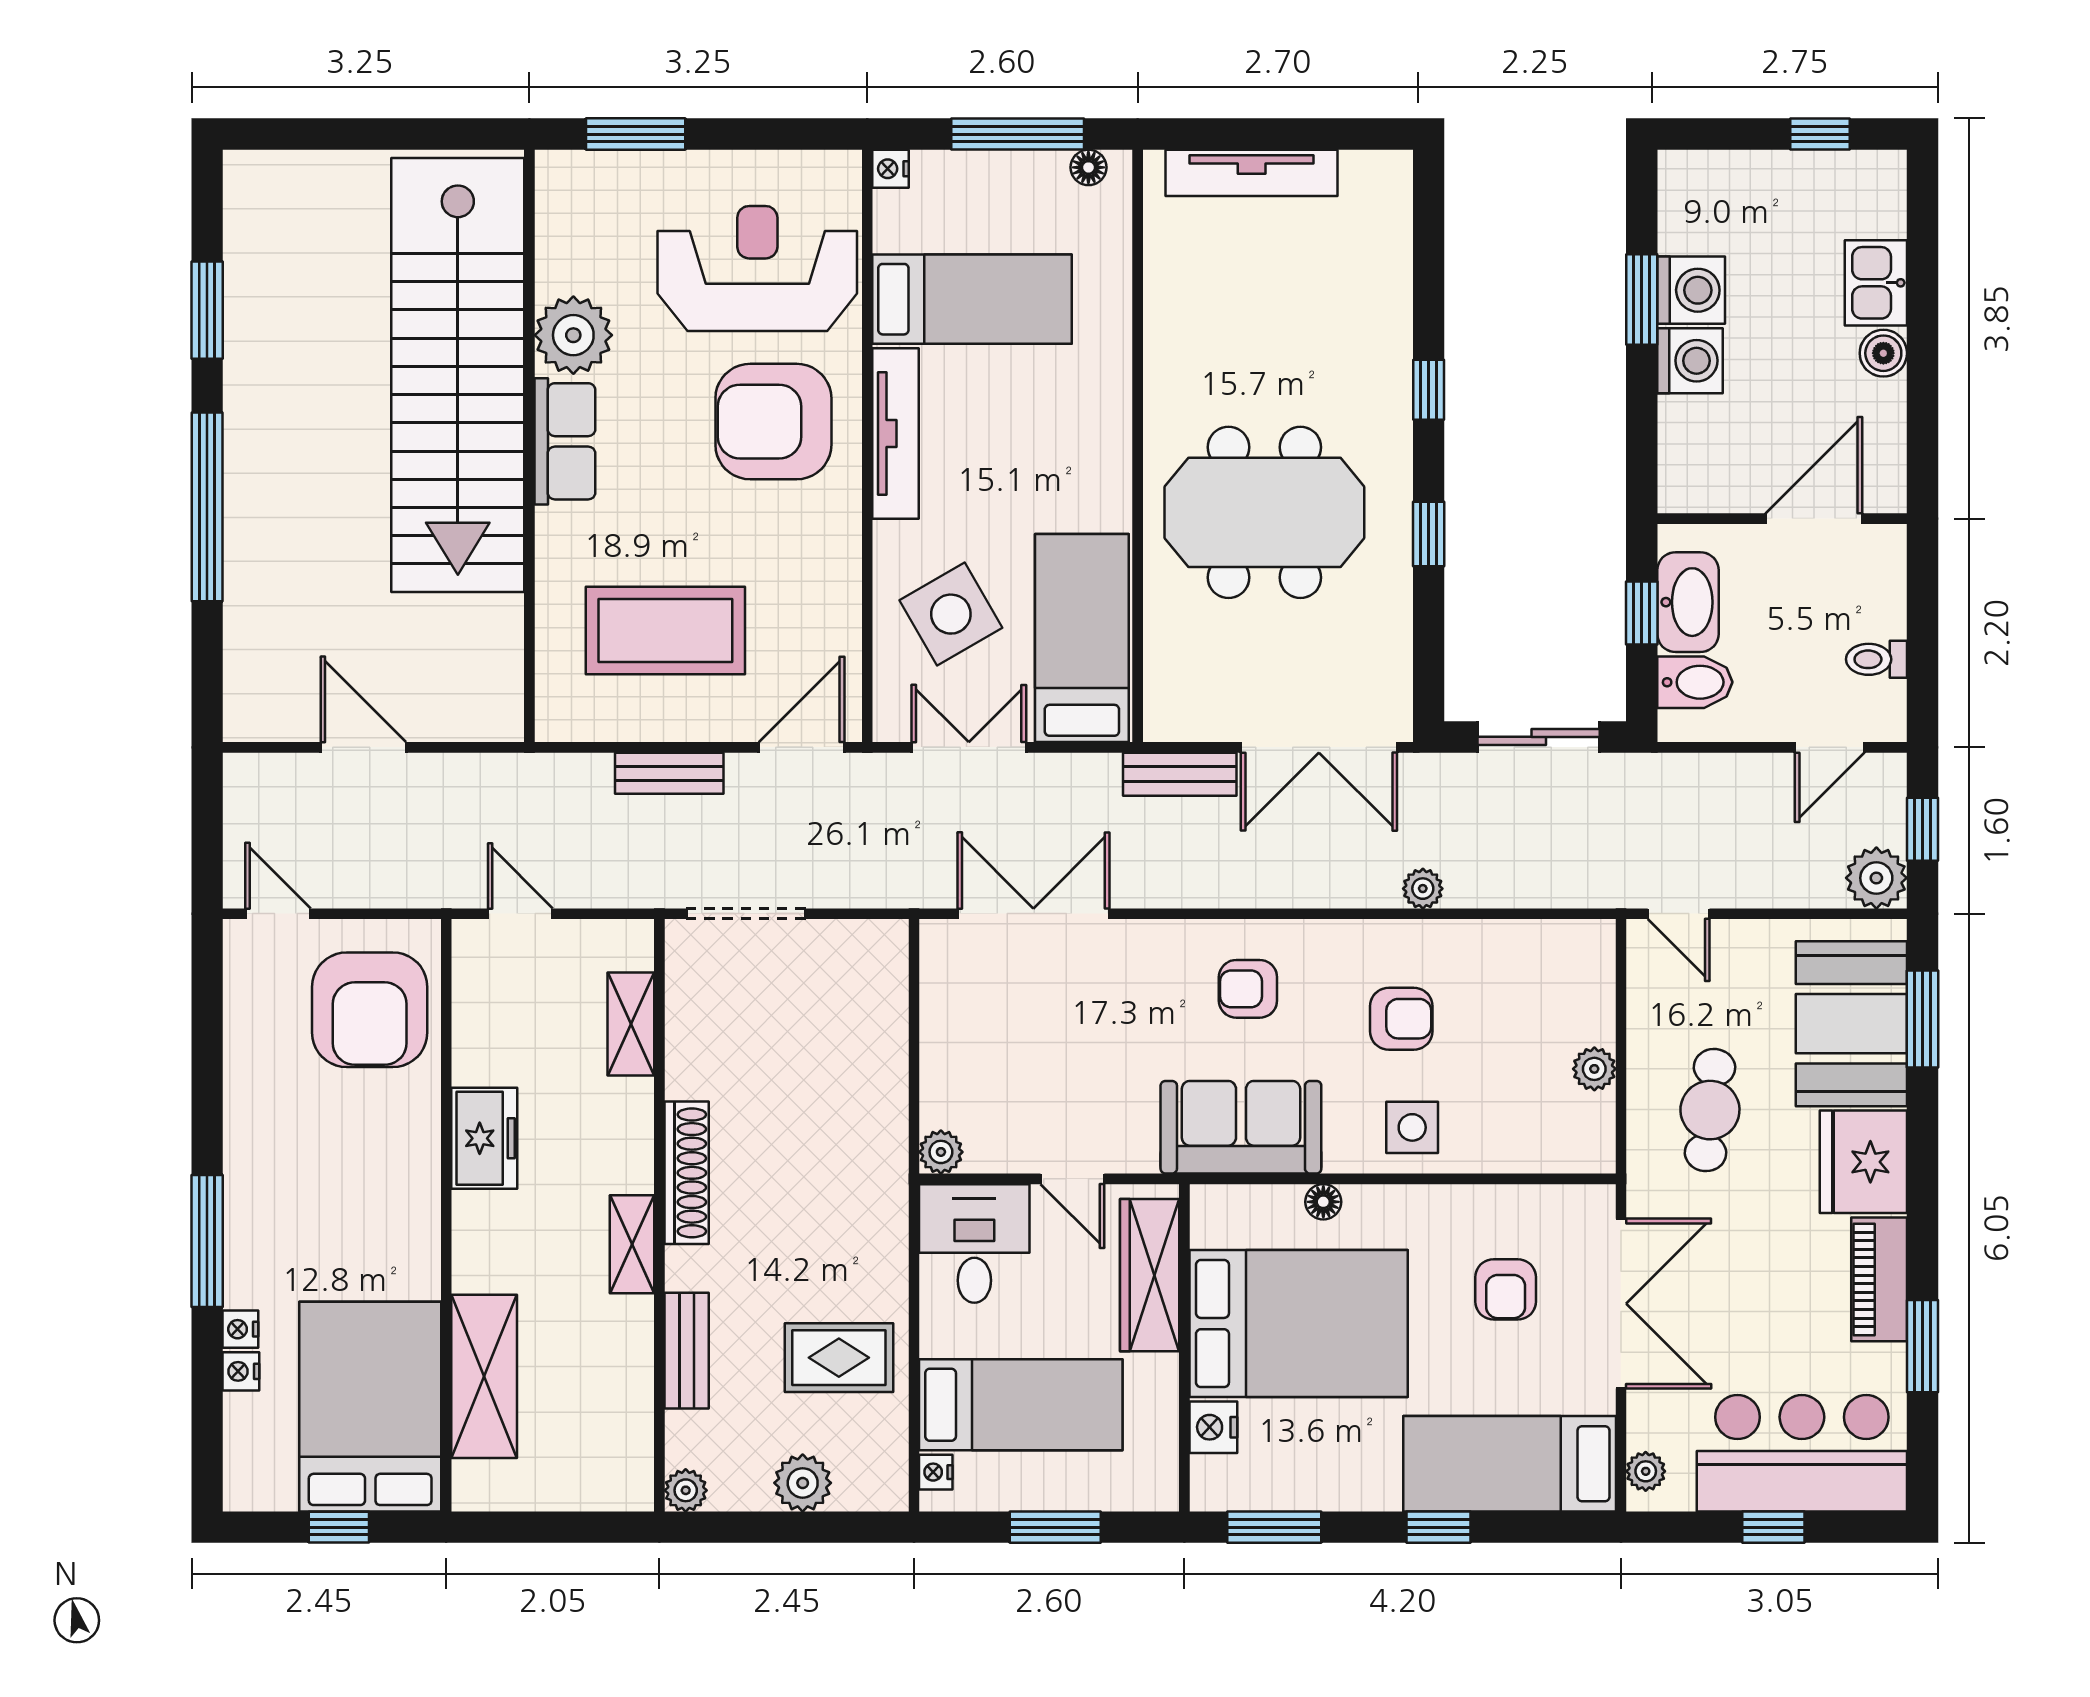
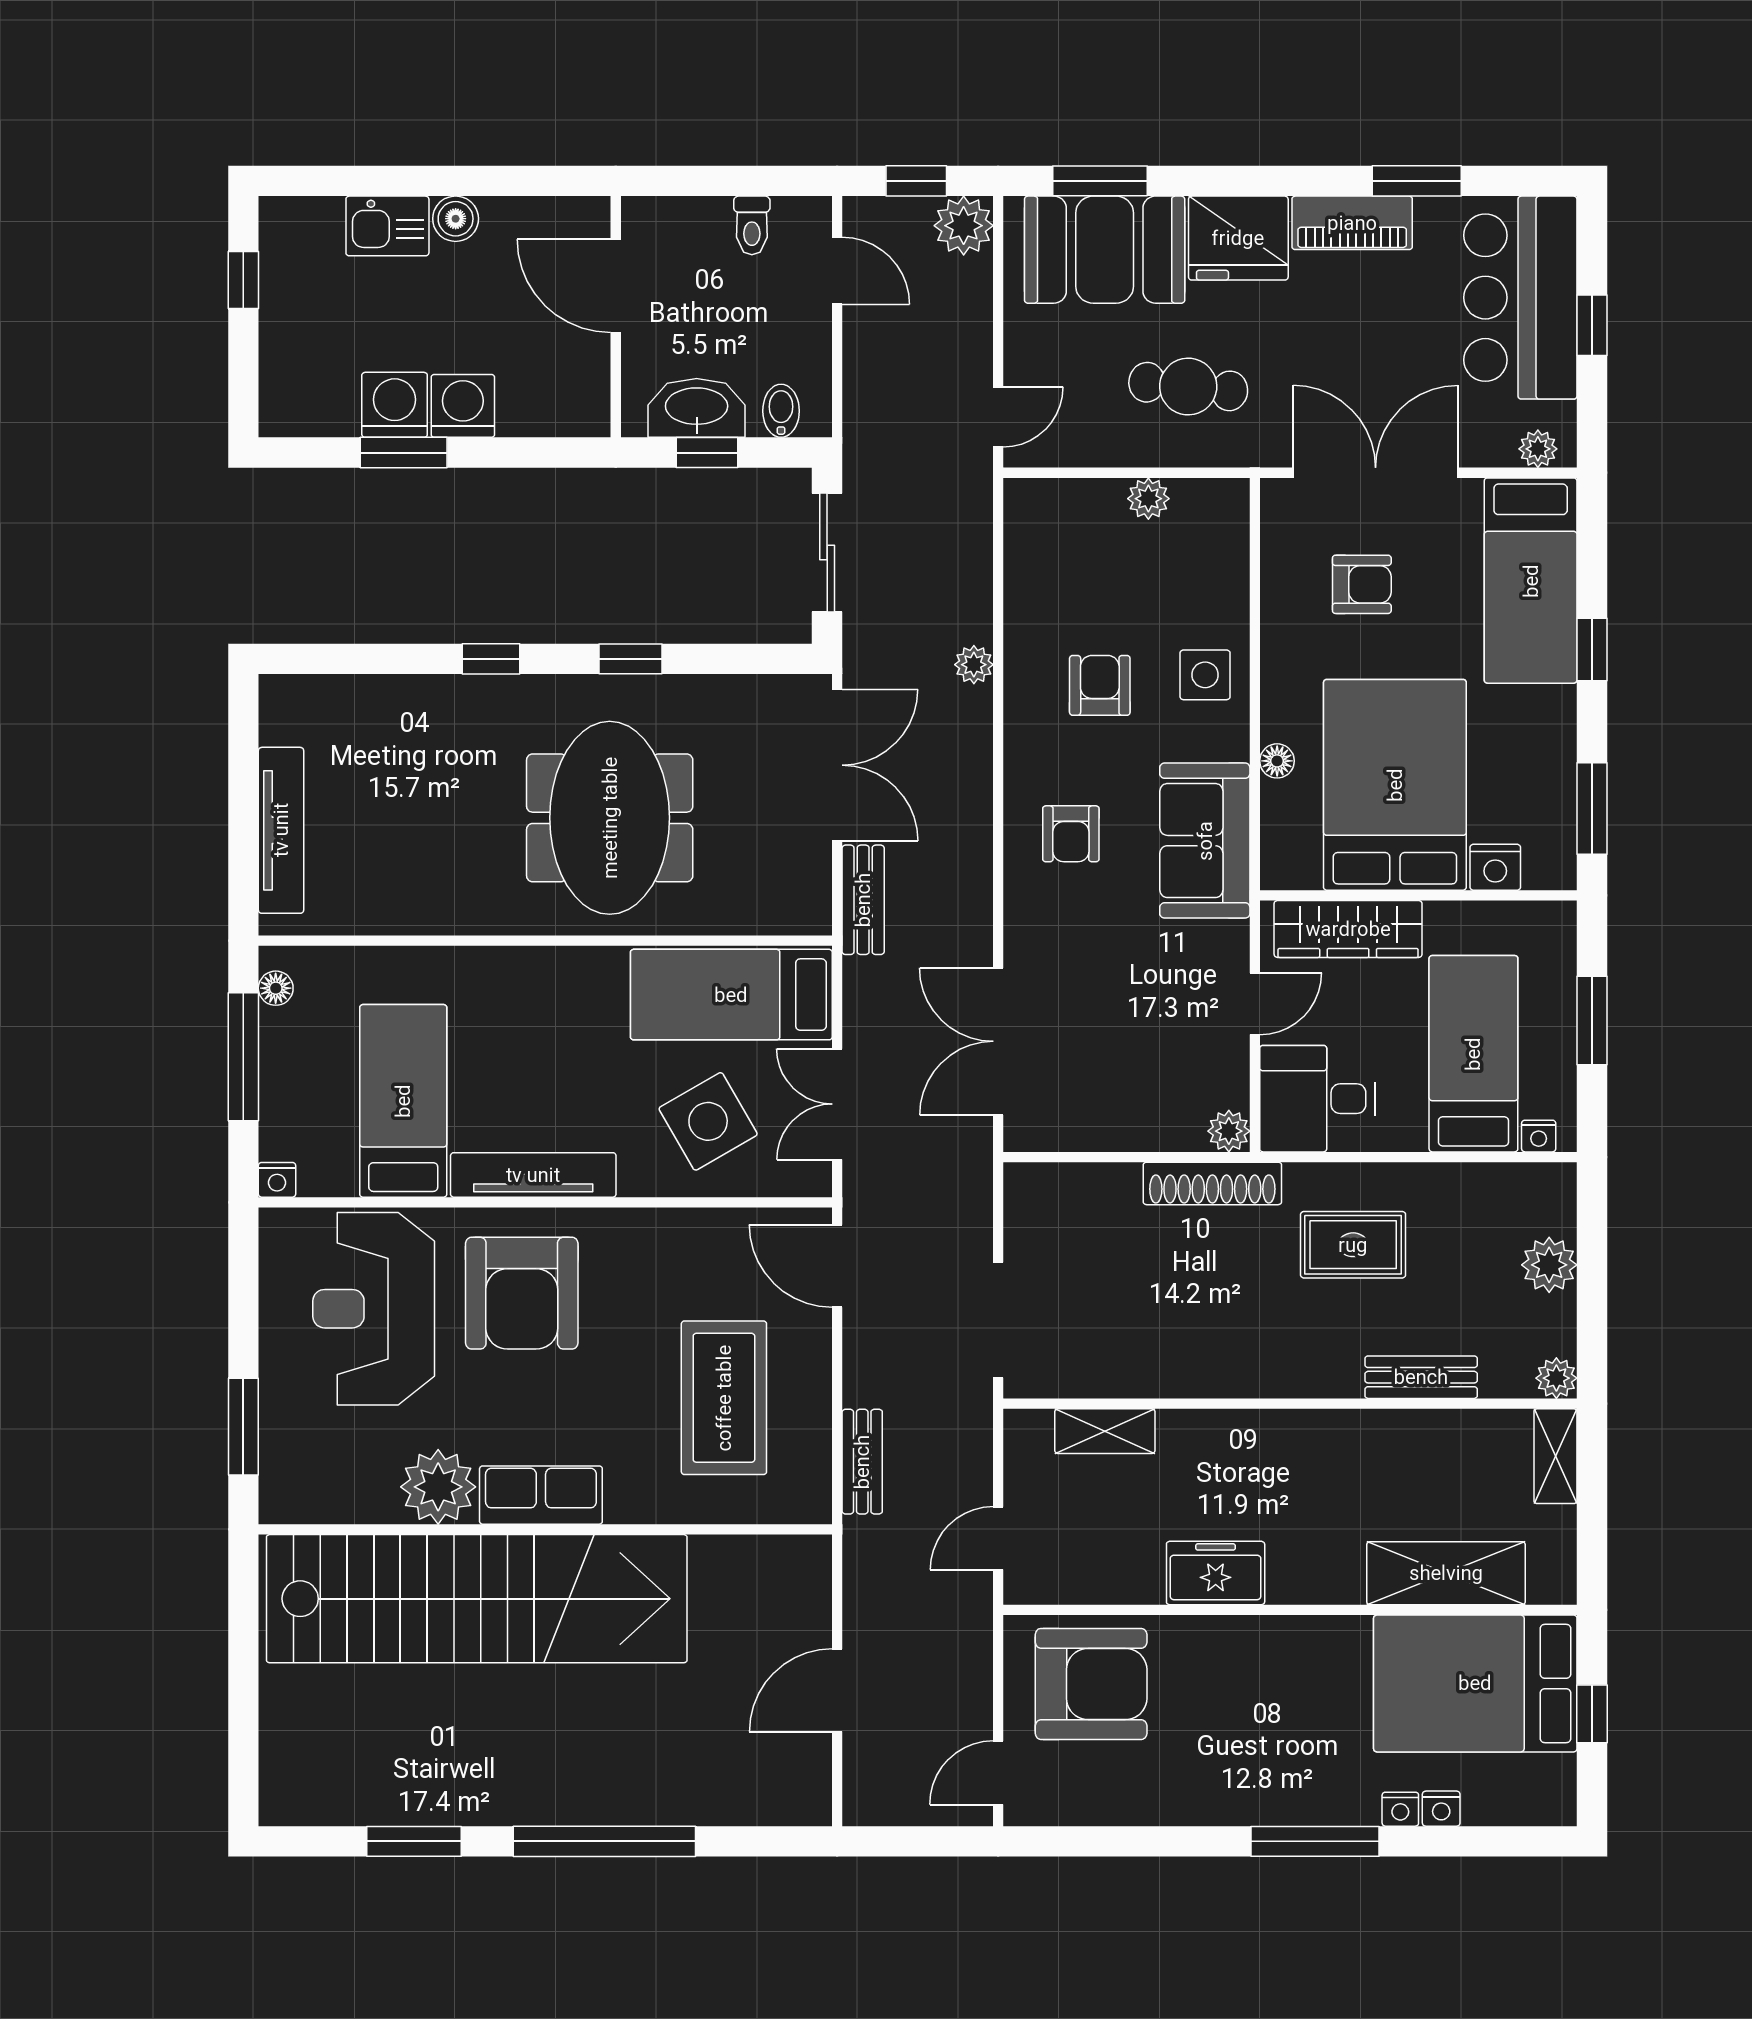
bidet: (1695, 682) -> (781, 411), width x0.72, depth x0.74
bench: (669, 773) -> (862, 1462), moved
shoe rack: (687, 1173) -> (1212, 1183), moved, turned 180
shelving: (632, 1244) -> (1555, 1456), moved, turned 90
rug: (839, 1358) -> (1353, 1245), moved, turned 90

